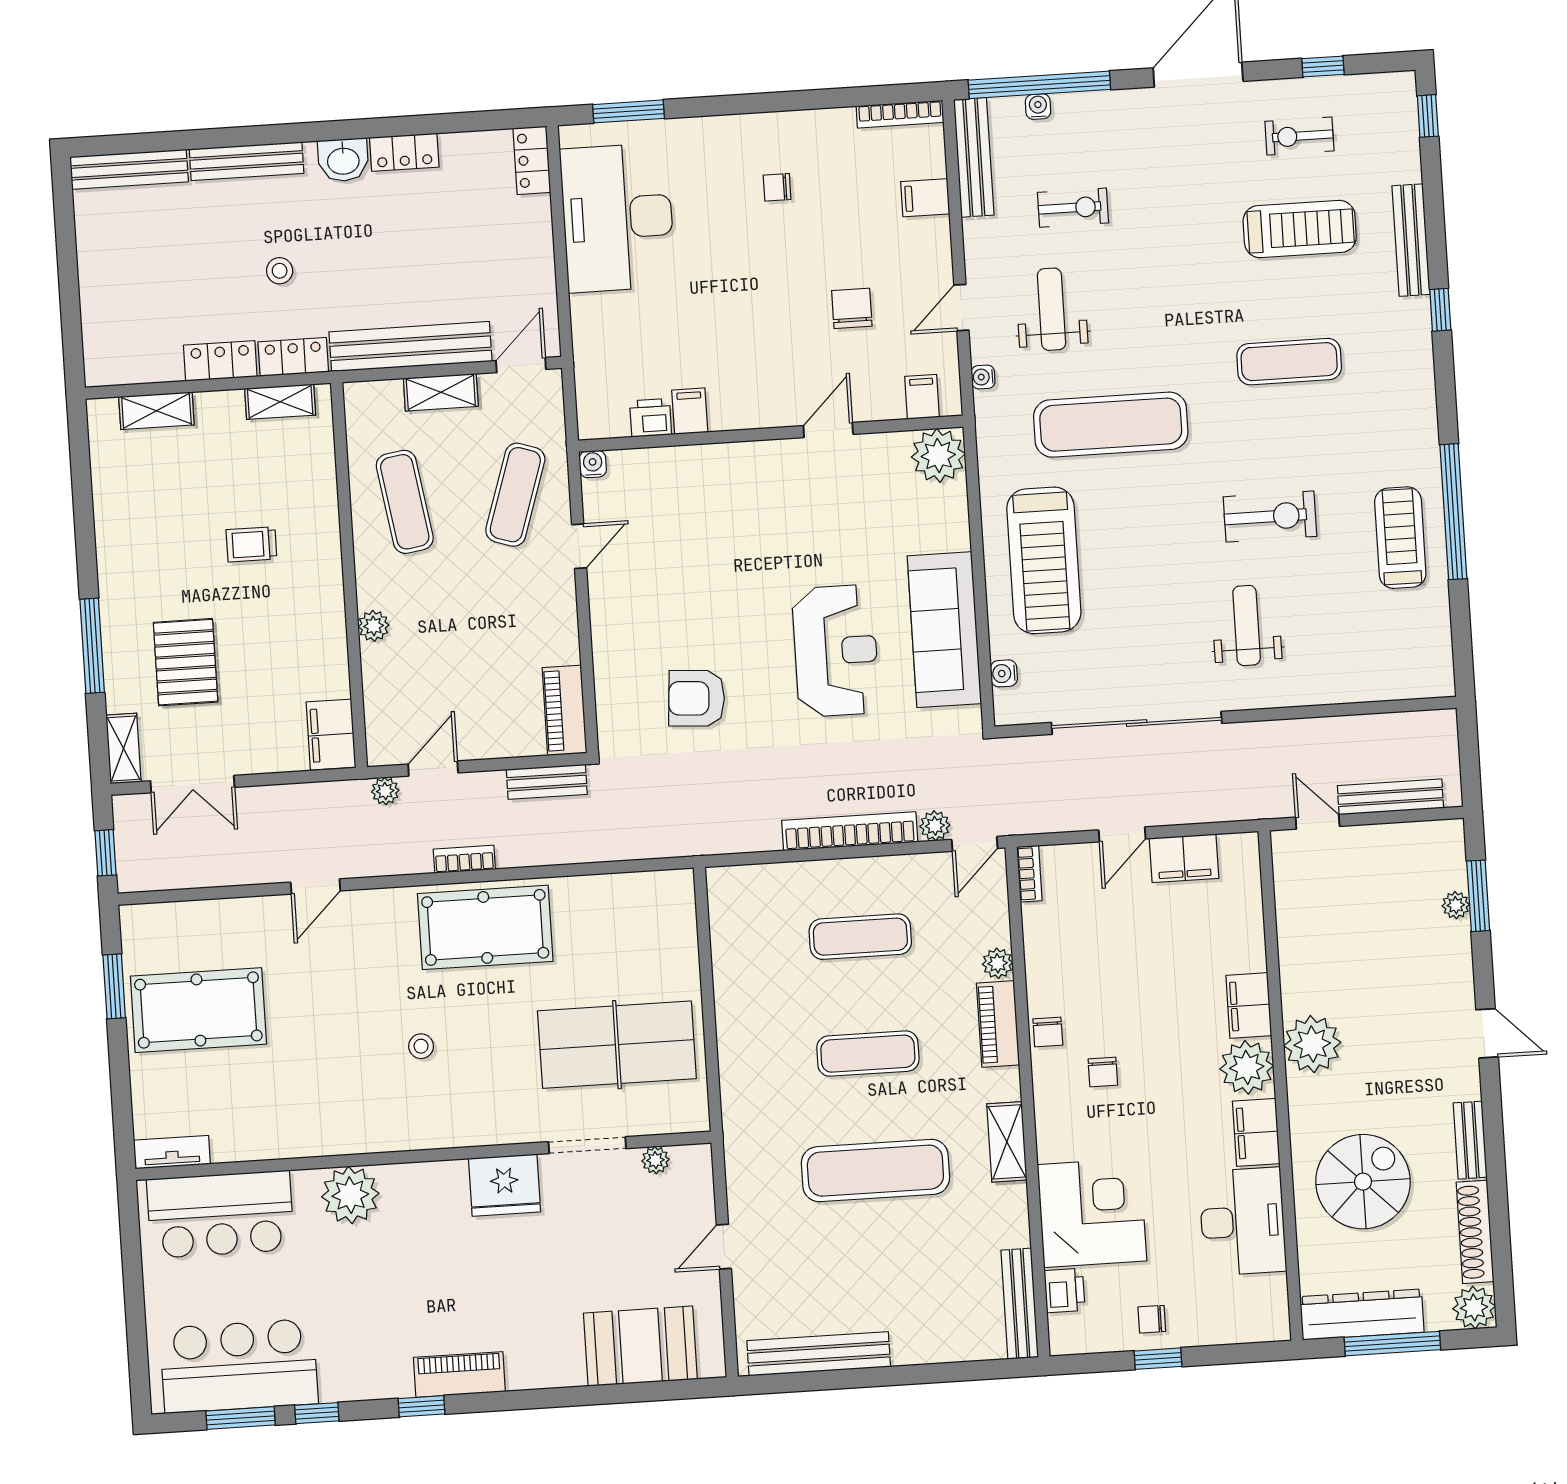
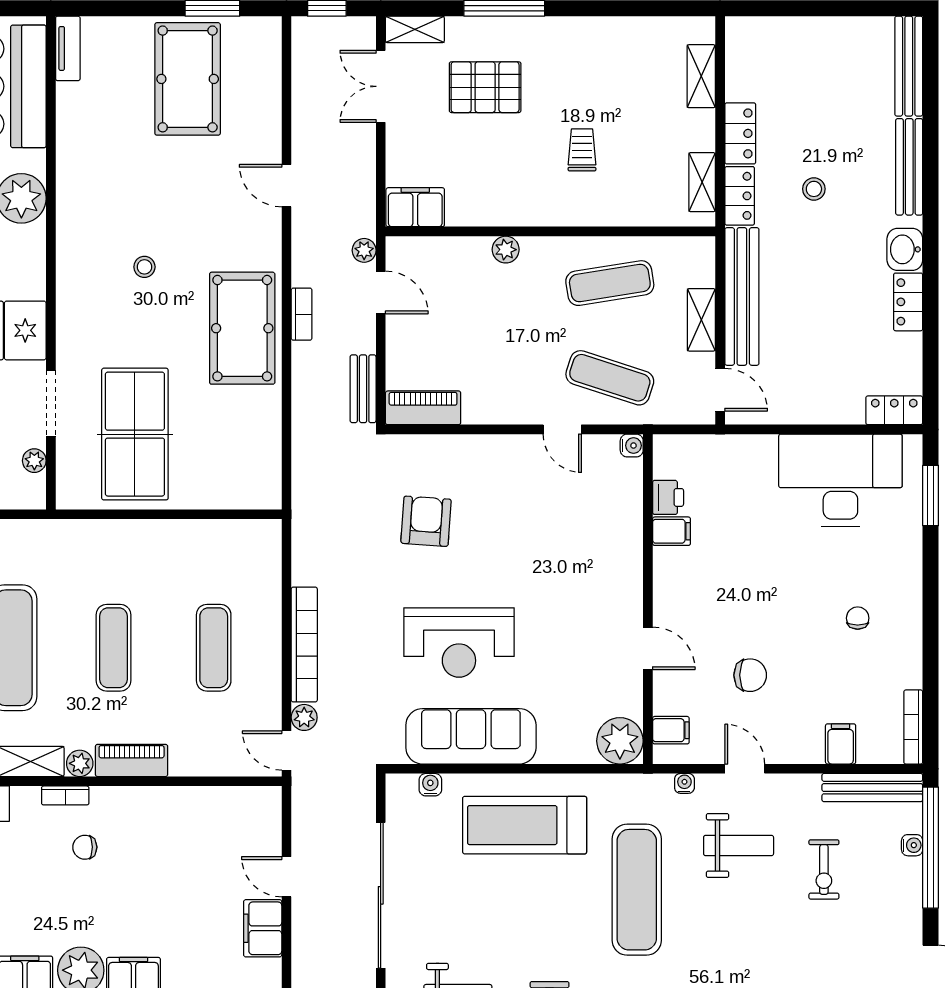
bookcase: (1029, 874) -> (65, 795), moved
plant: (998, 963) -> (80, 763), moved
chair: (1048, 1032) -> (122, 802), removed

